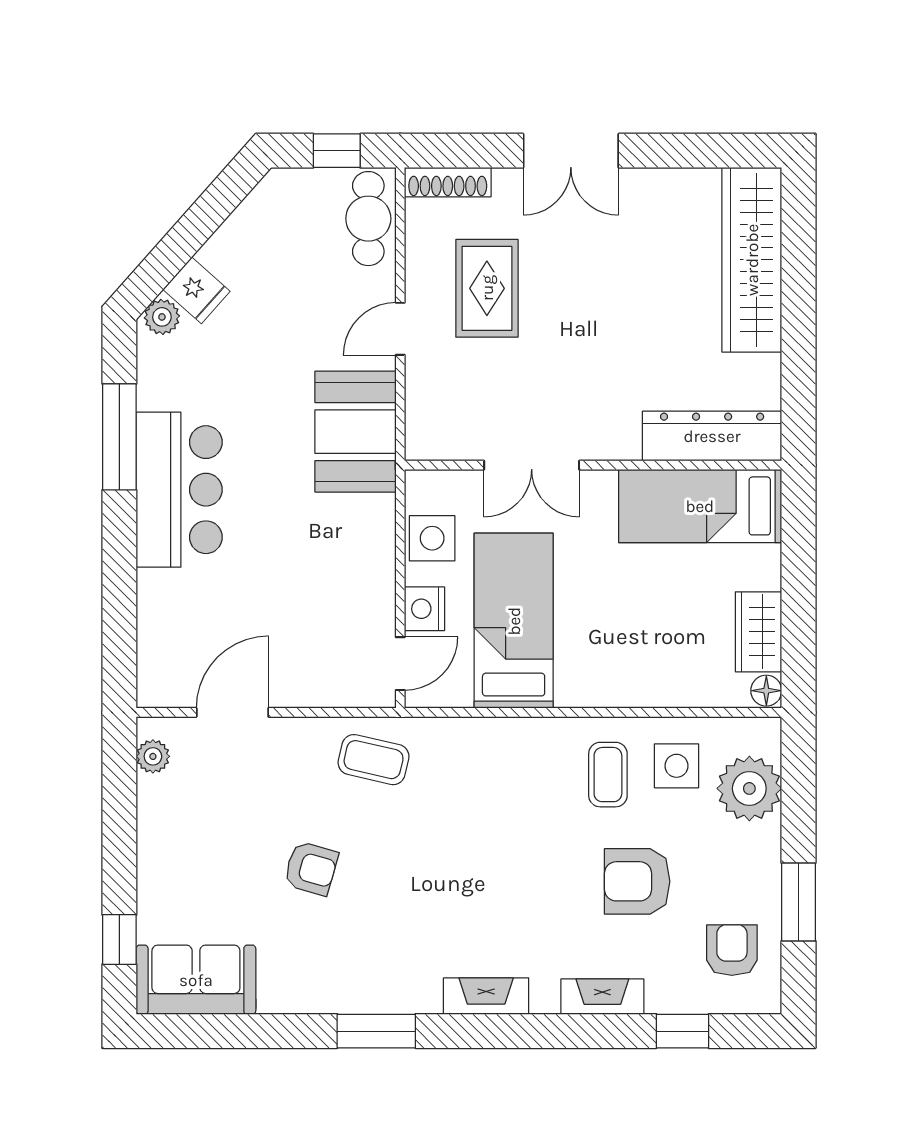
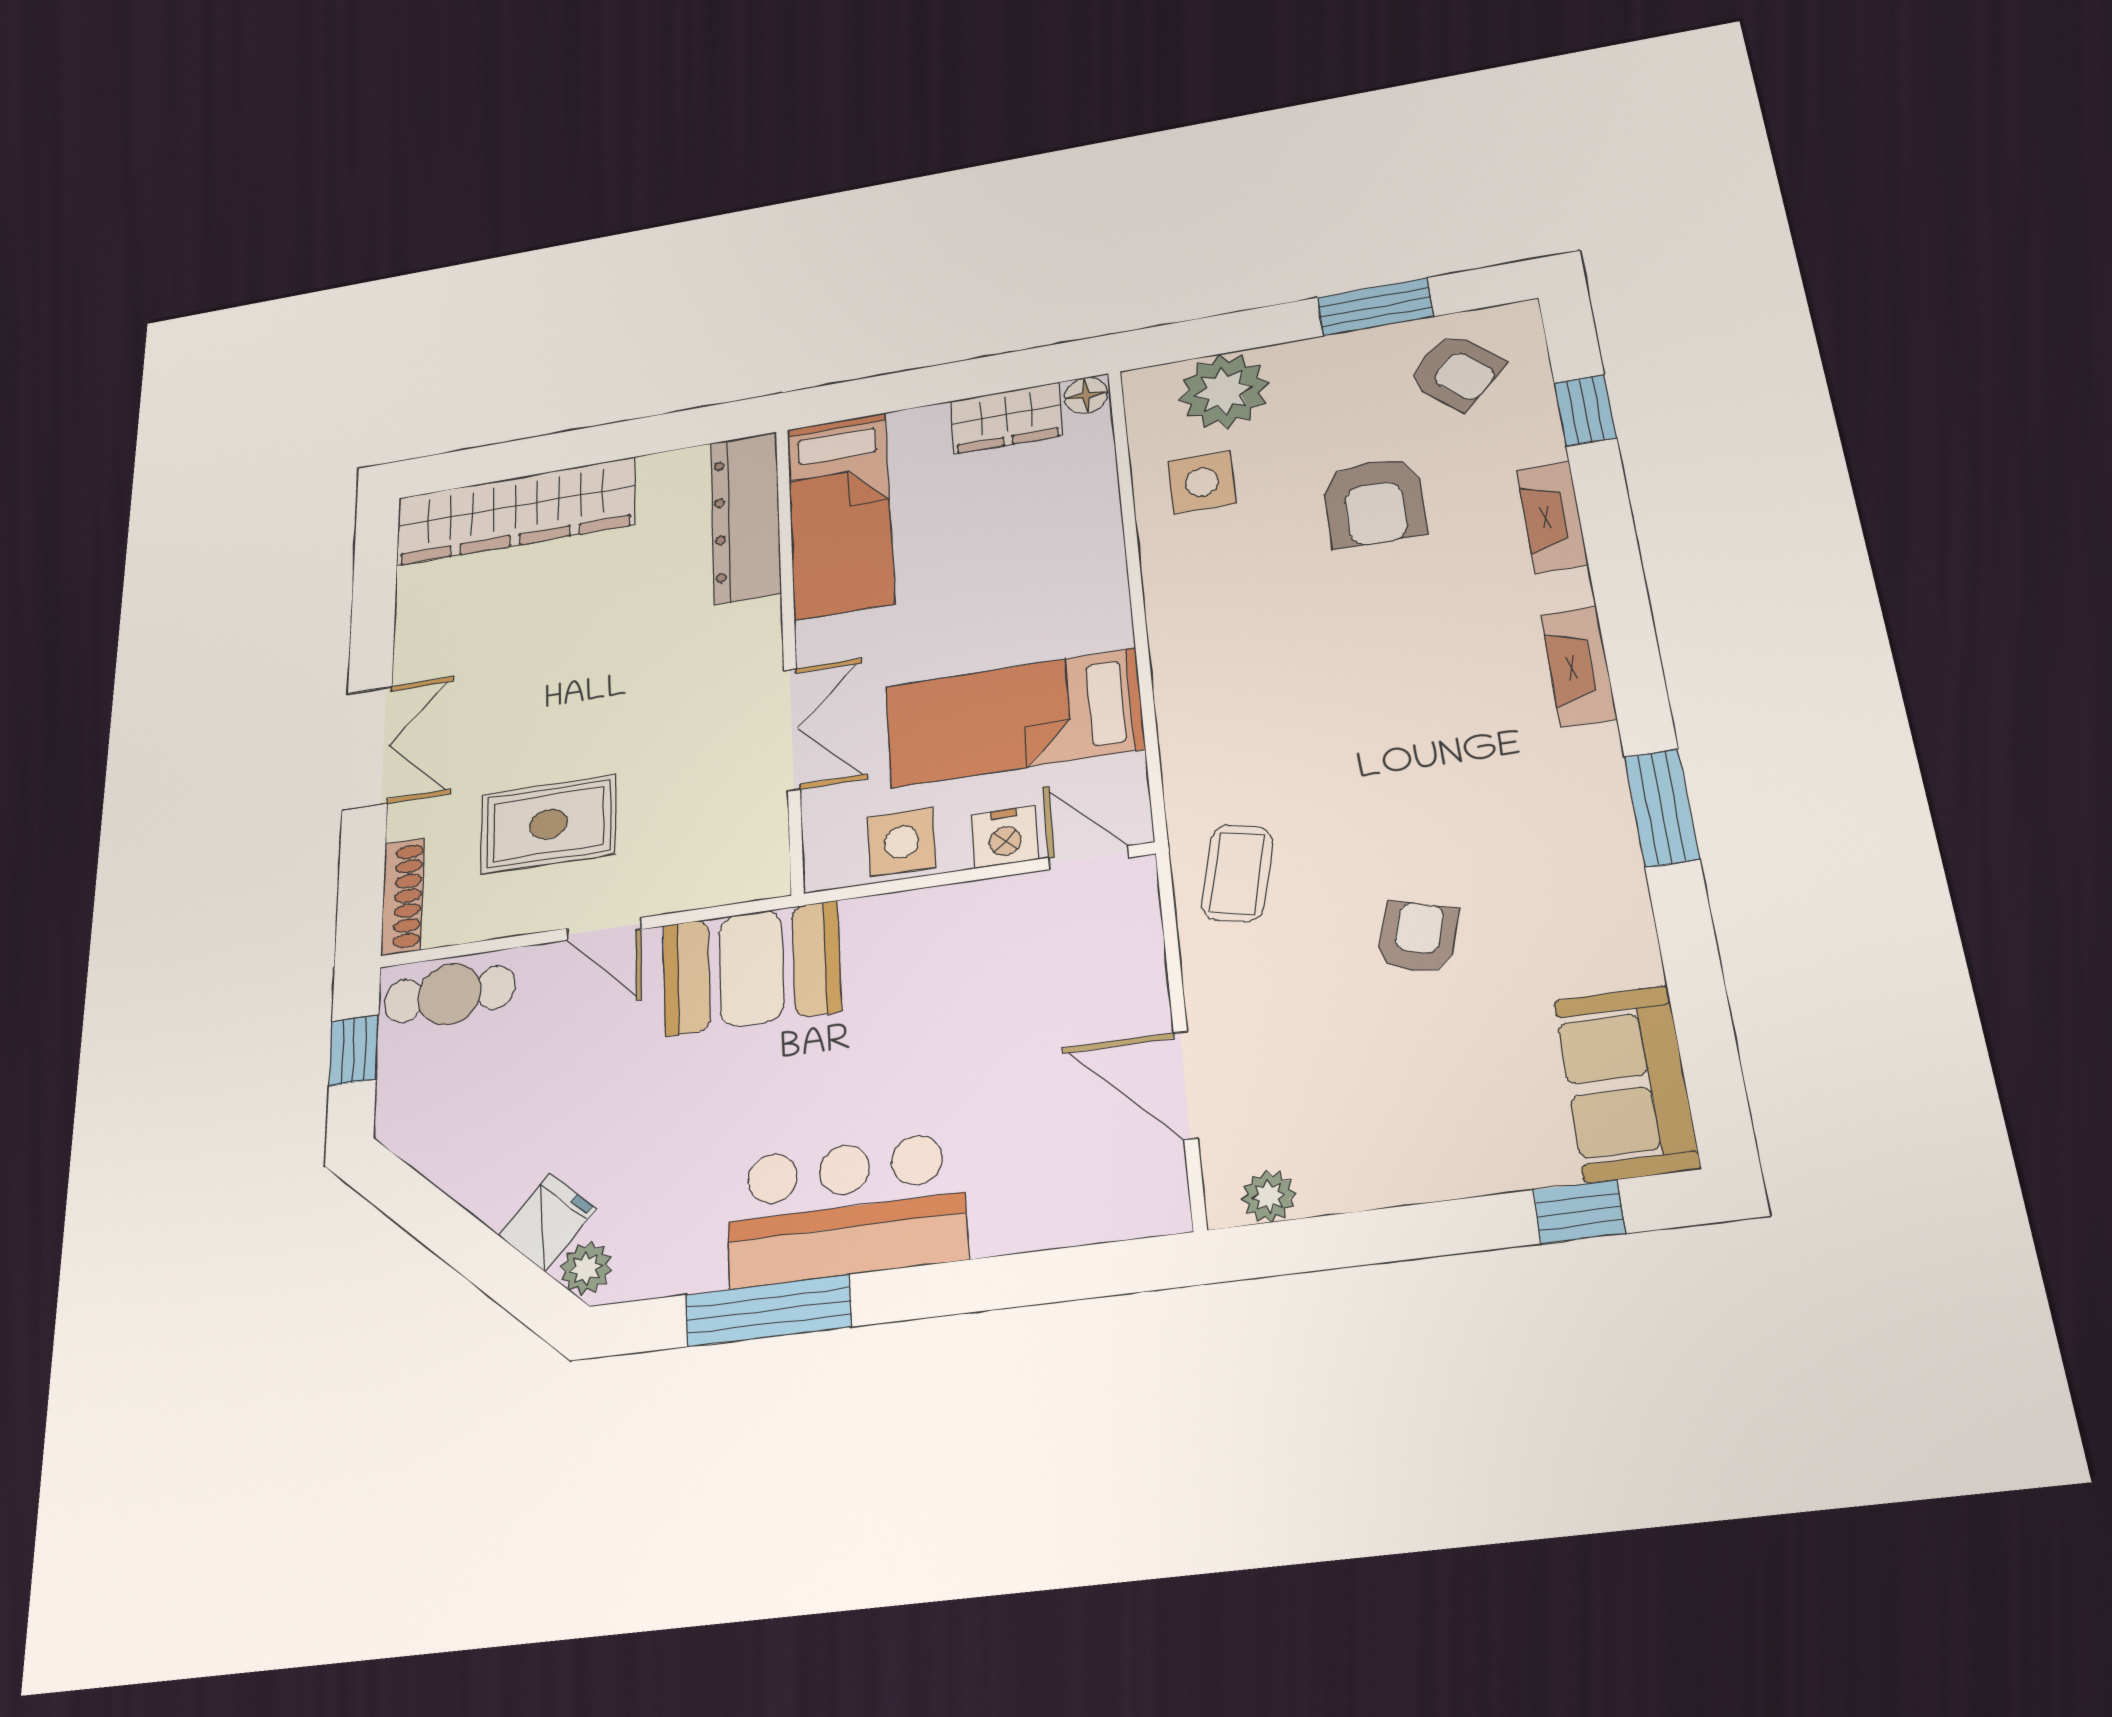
coffee table: (608, 775) -> (1224, 564), removed
armchair: (732, 950) -> (1456, 372), turned -136

